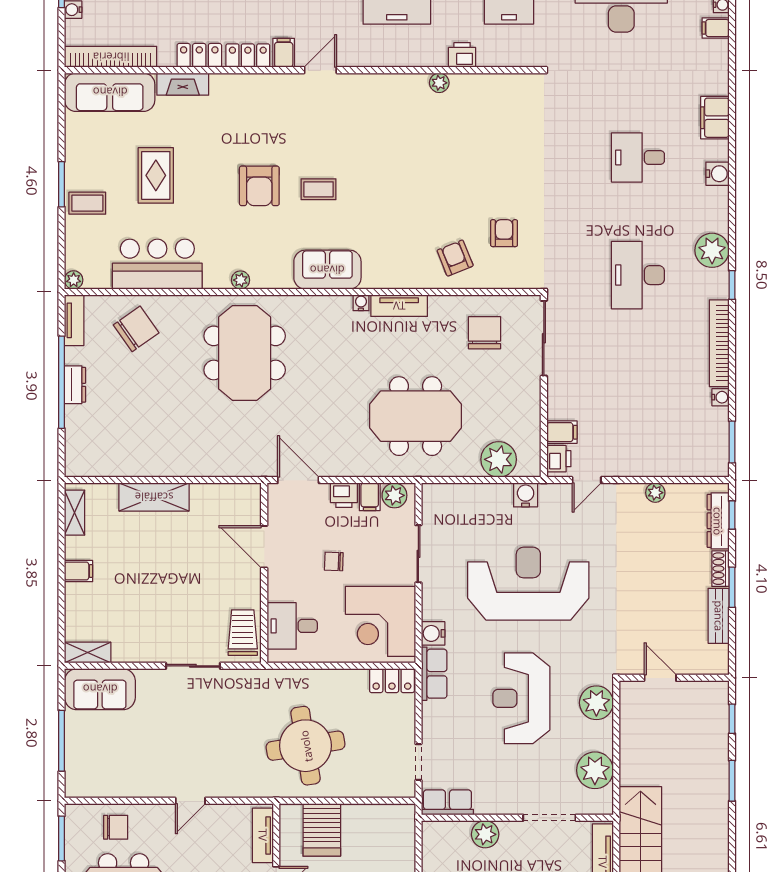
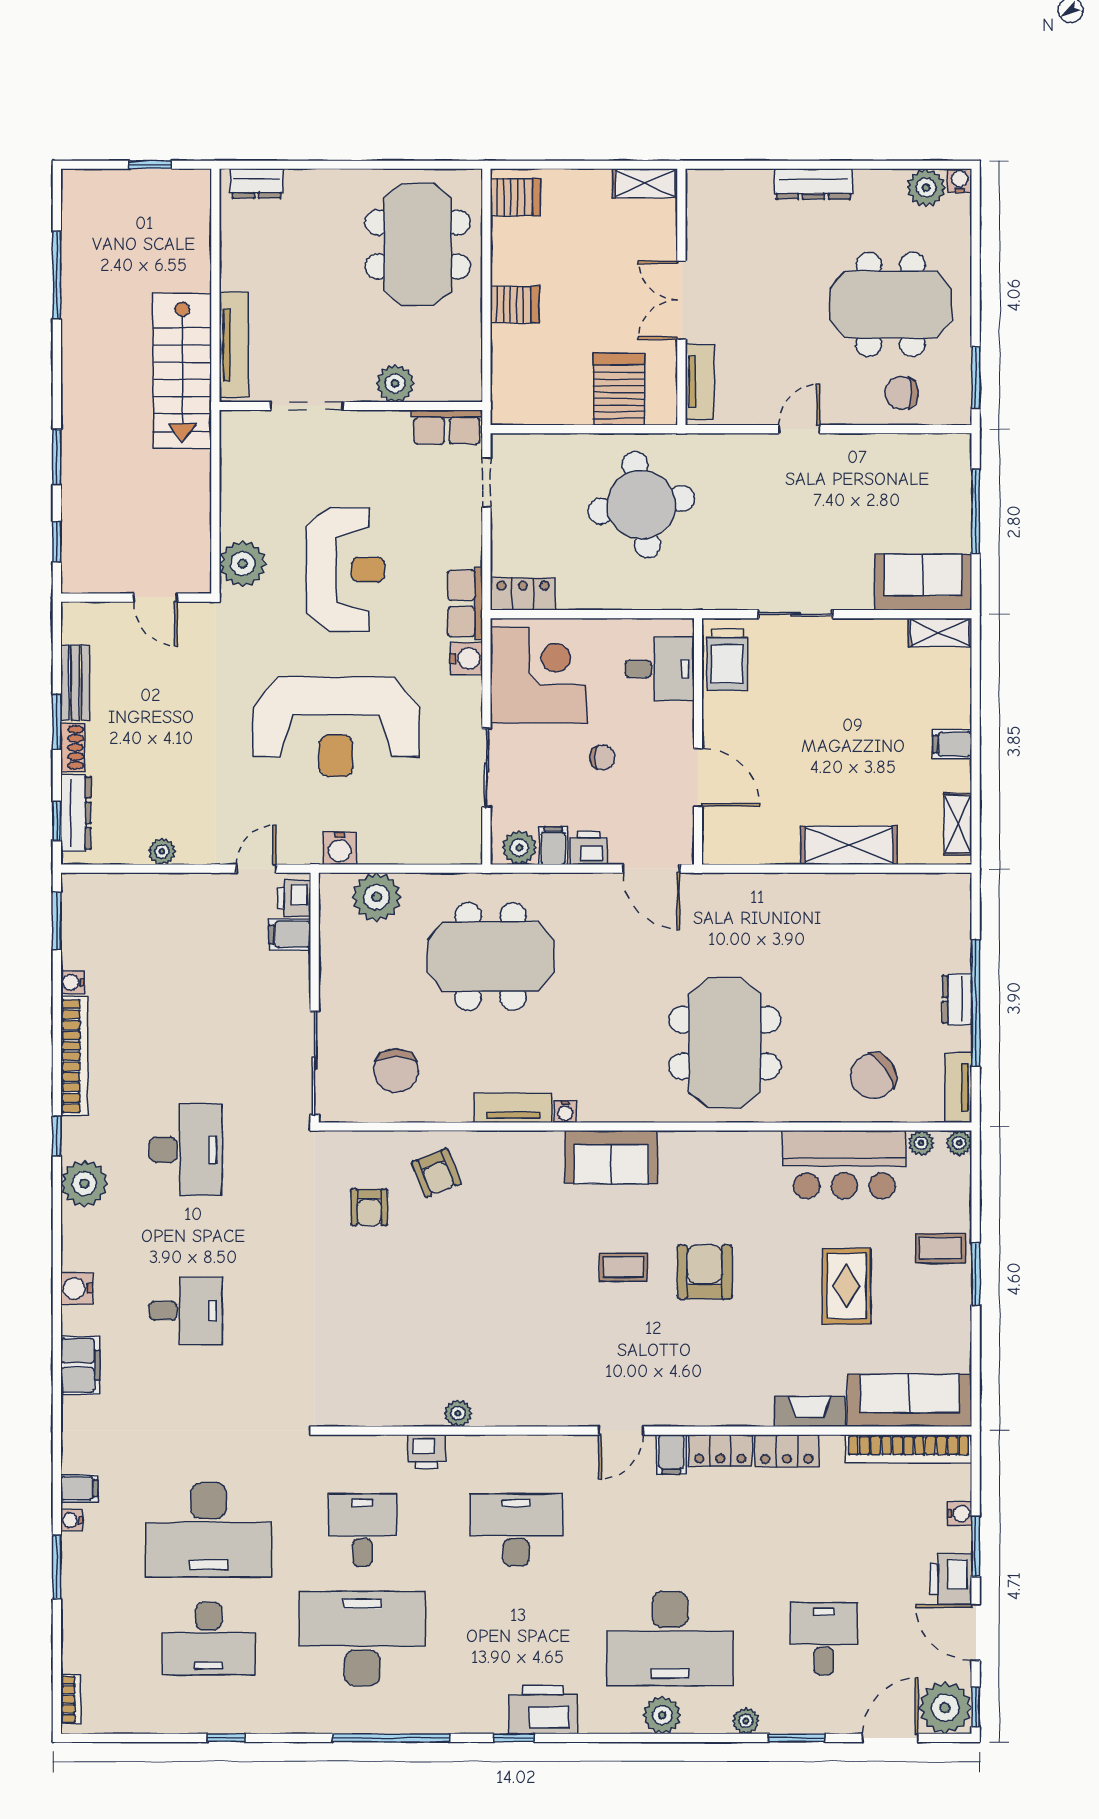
plant: (240, 280) -> (921, 1143), moved
plant: (595, 770) -> (245, 471), removed

